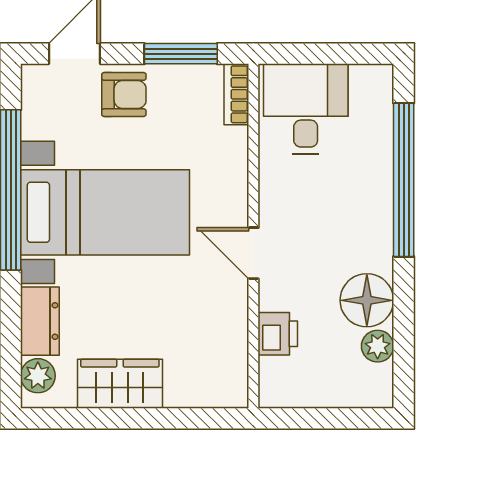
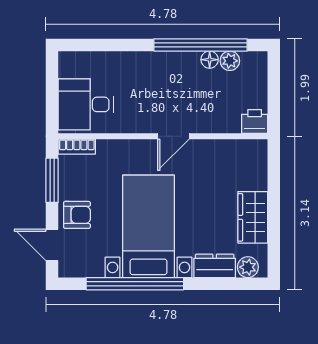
armchair: (124, 95) -> (77, 215), turned 90
window: (404, 180) -> (201, 45), moved
floor lamp: (367, 300) -> (210, 60), width x0.53, depth x0.53
printer: (278, 334) -> (255, 121), moved

